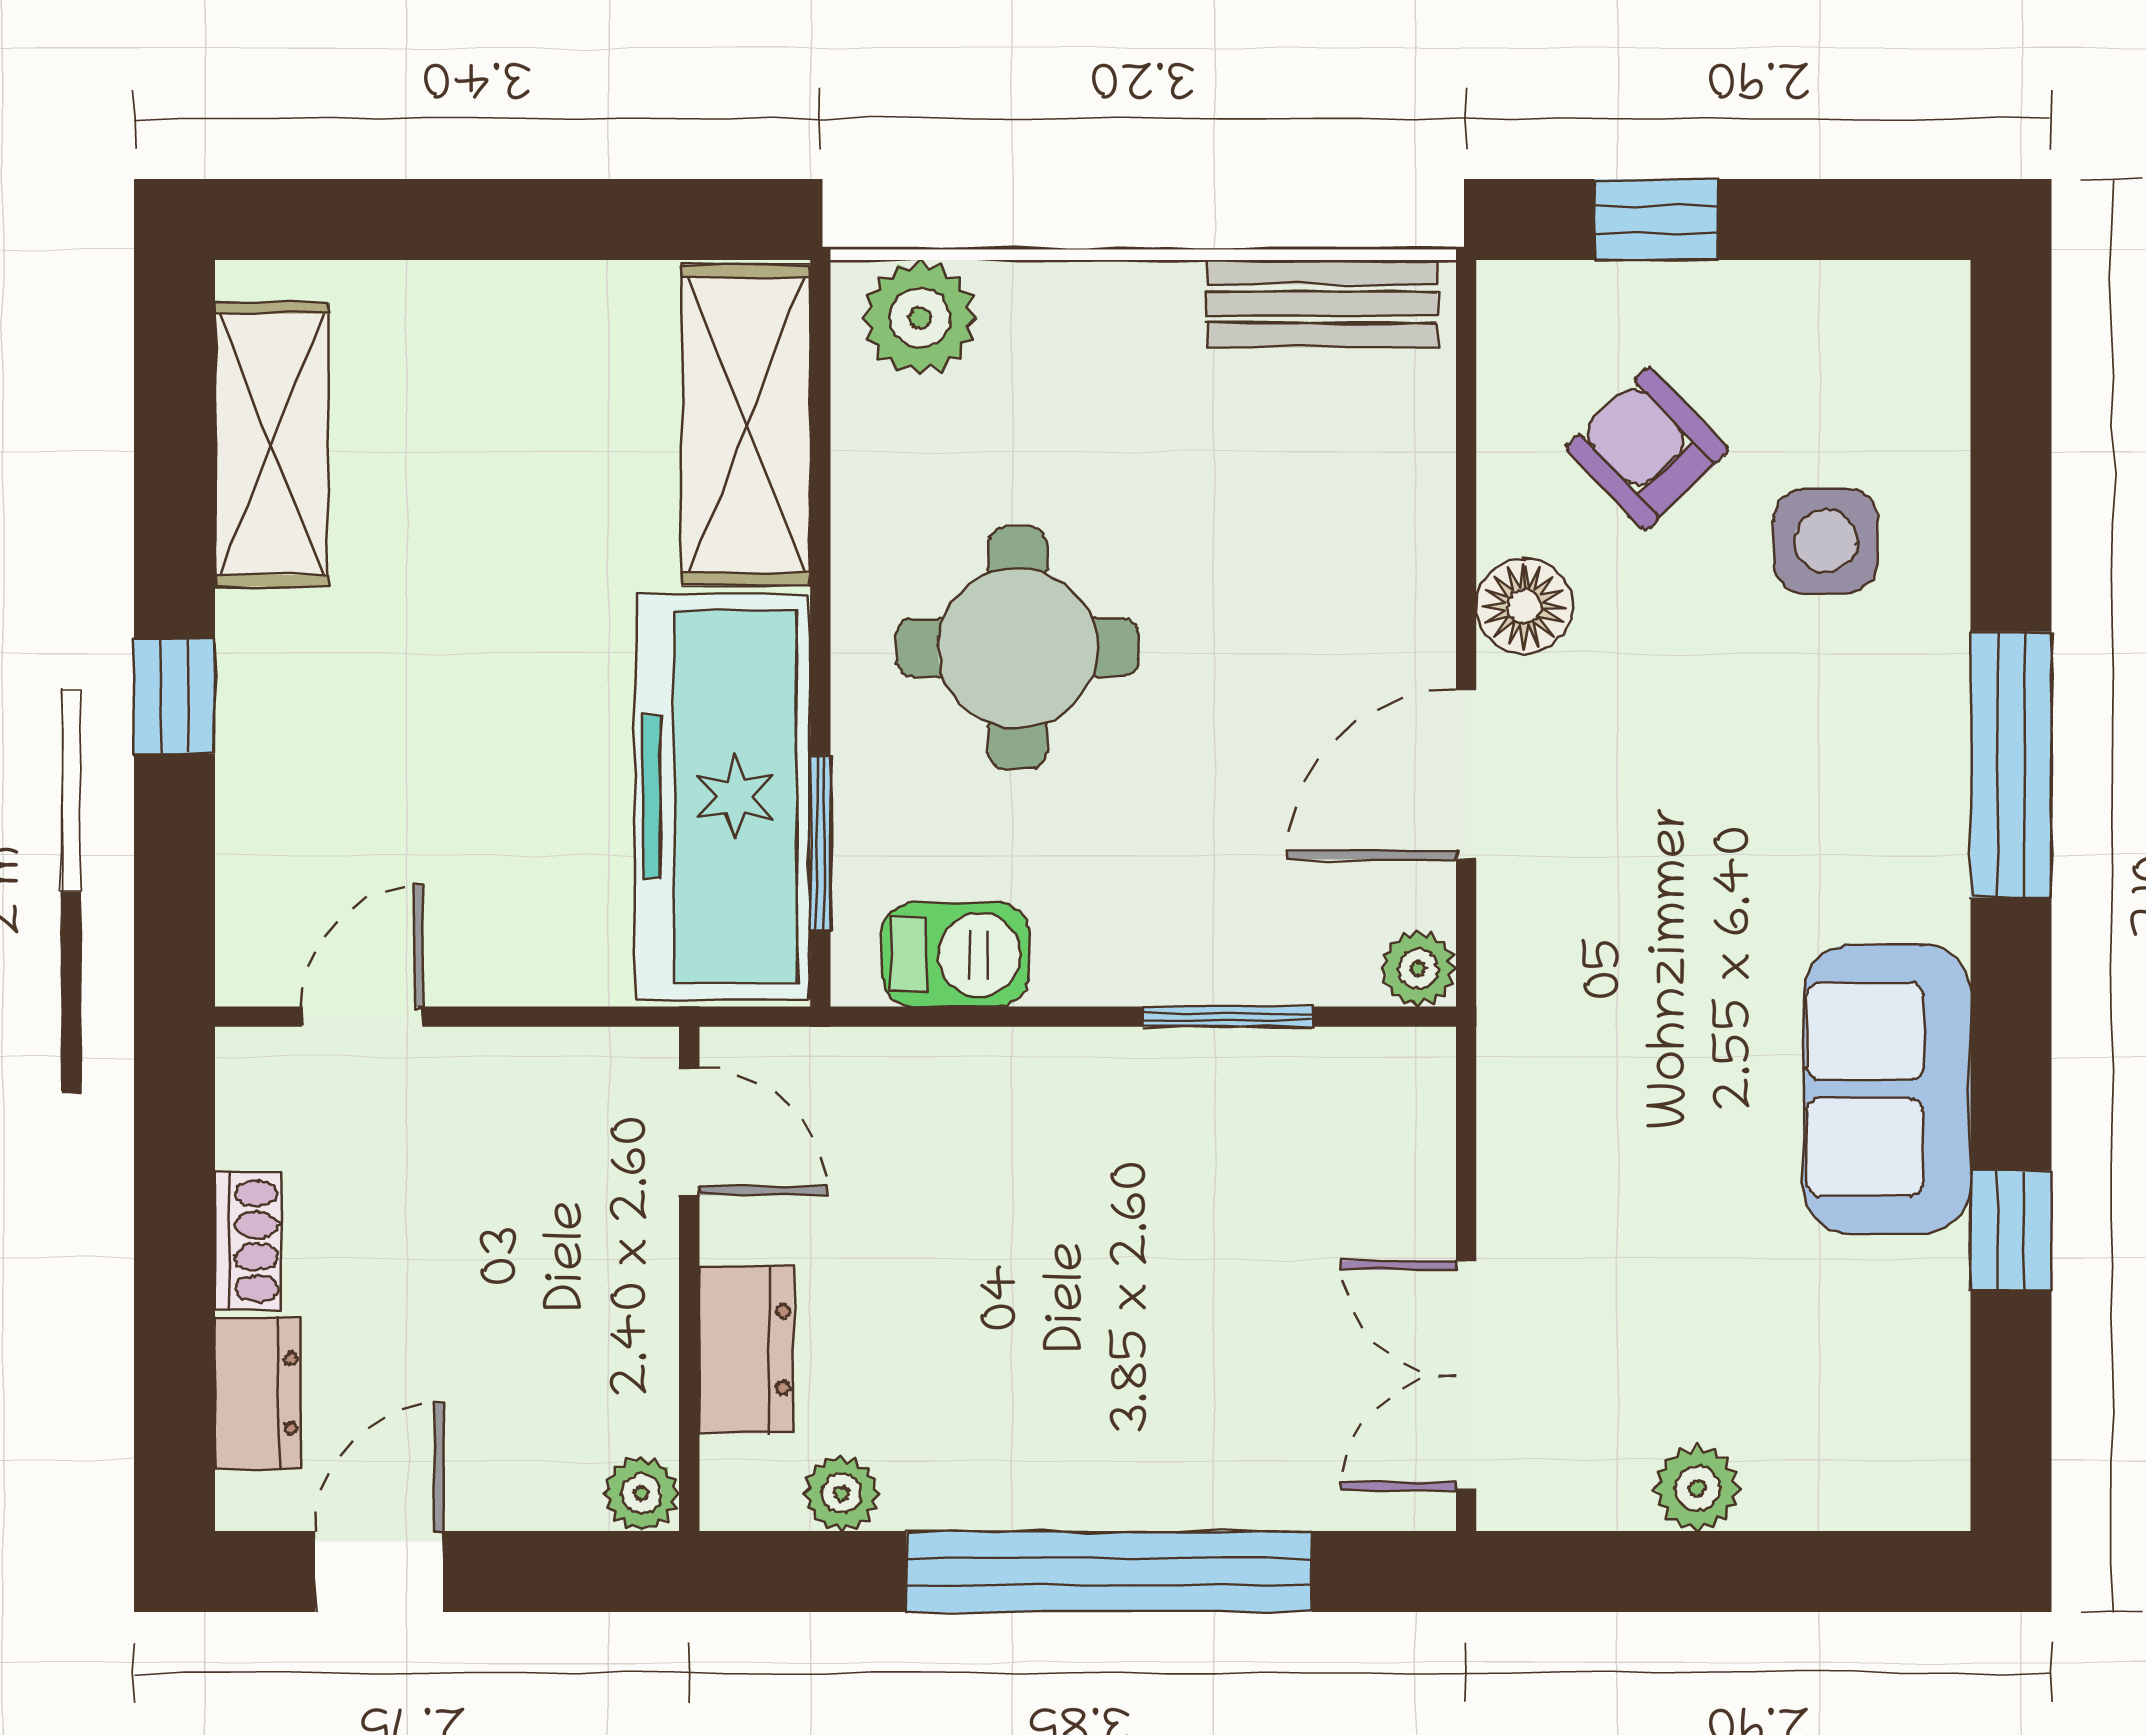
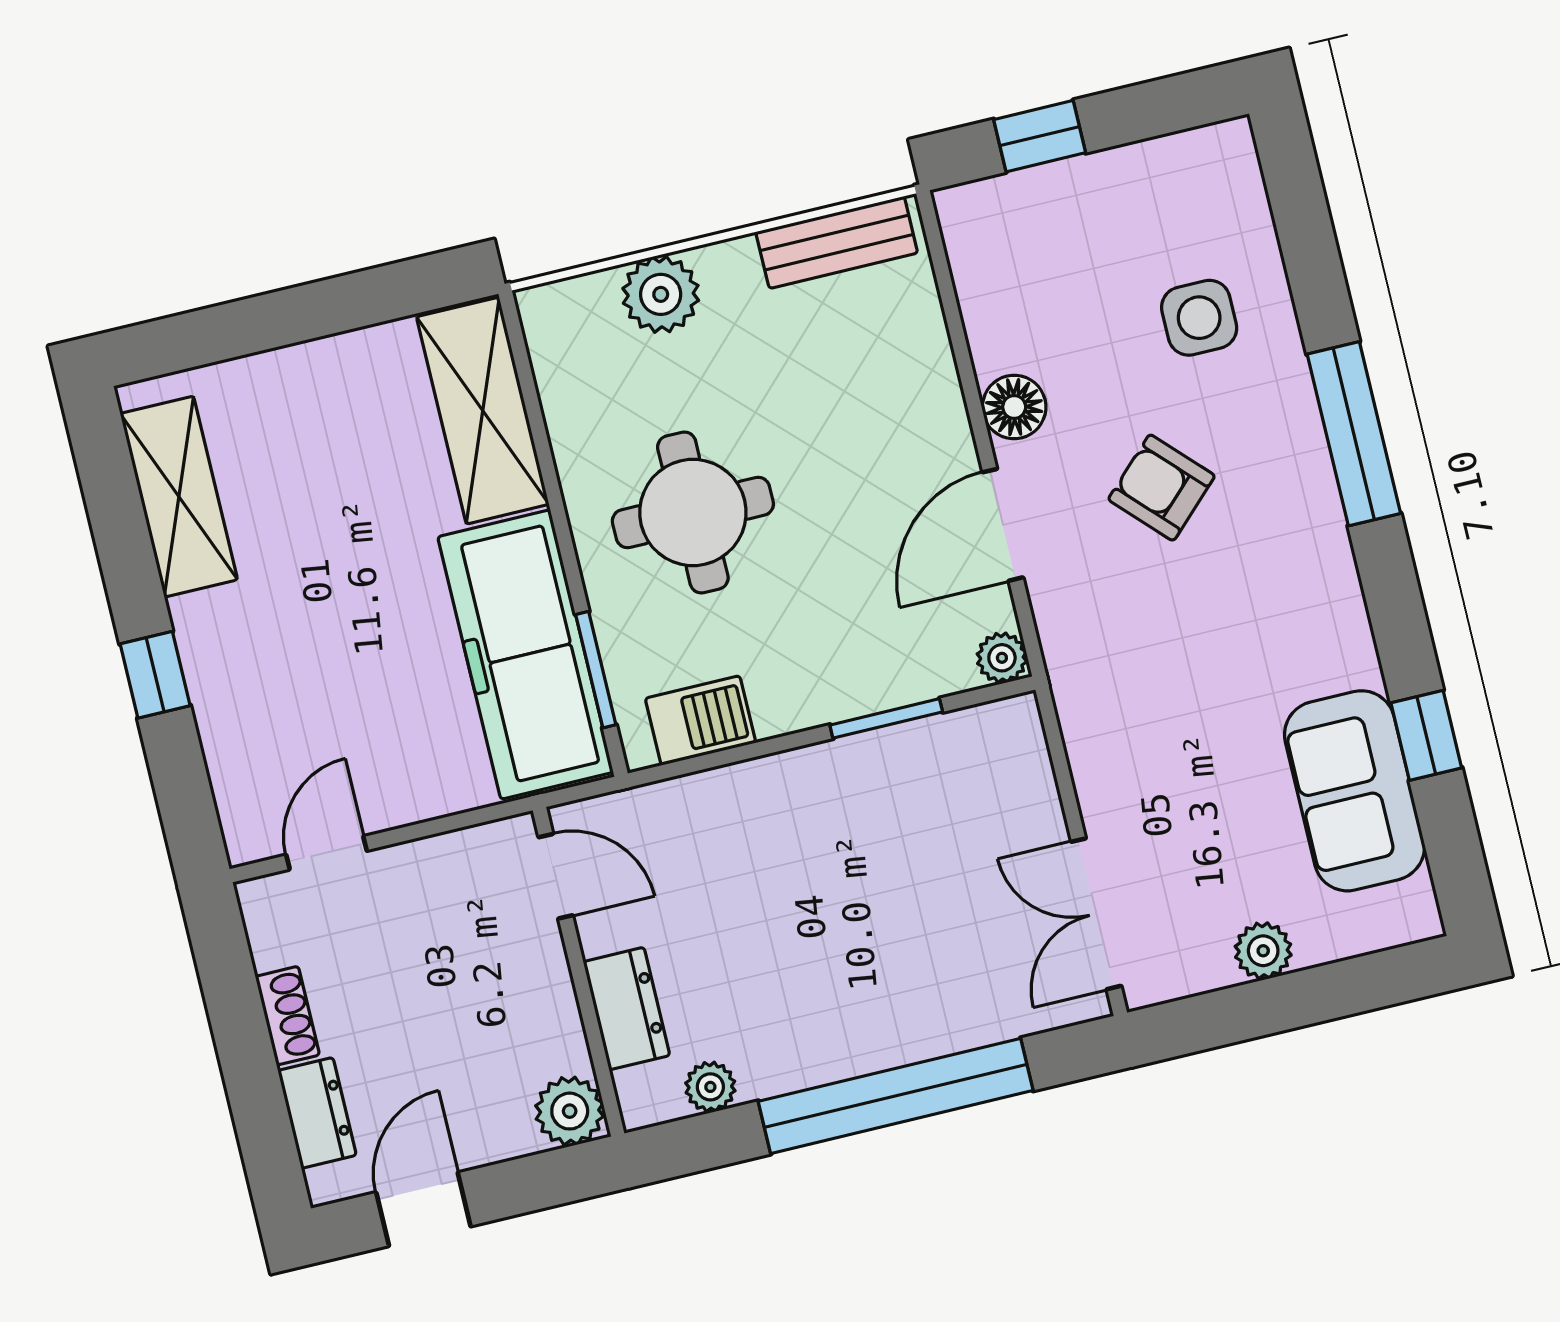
plant: (920, 318) -> (661, 294), moved
armchair: (1647, 449) -> (1162, 488), moved
sofa: (1887, 1089) -> (1354, 791), moved
plant: (641, 1494) -> (570, 1111), width x1.38, depth x1.38

